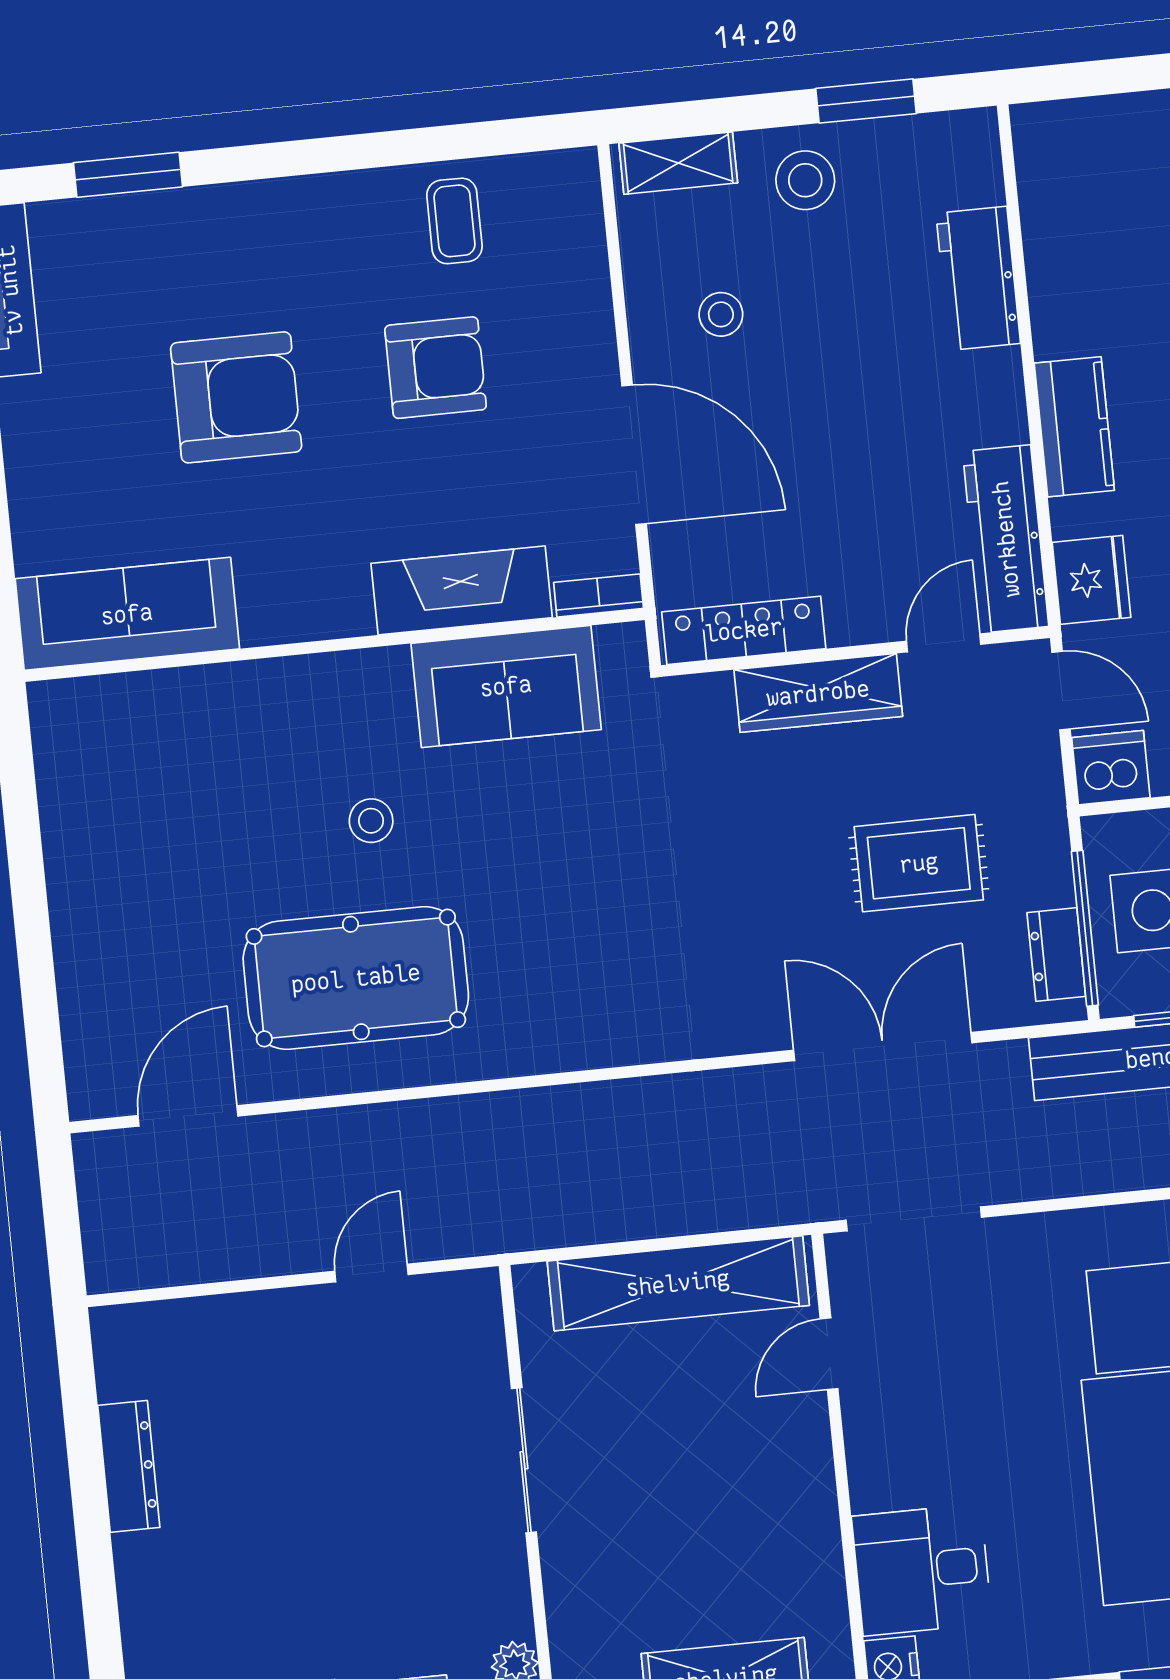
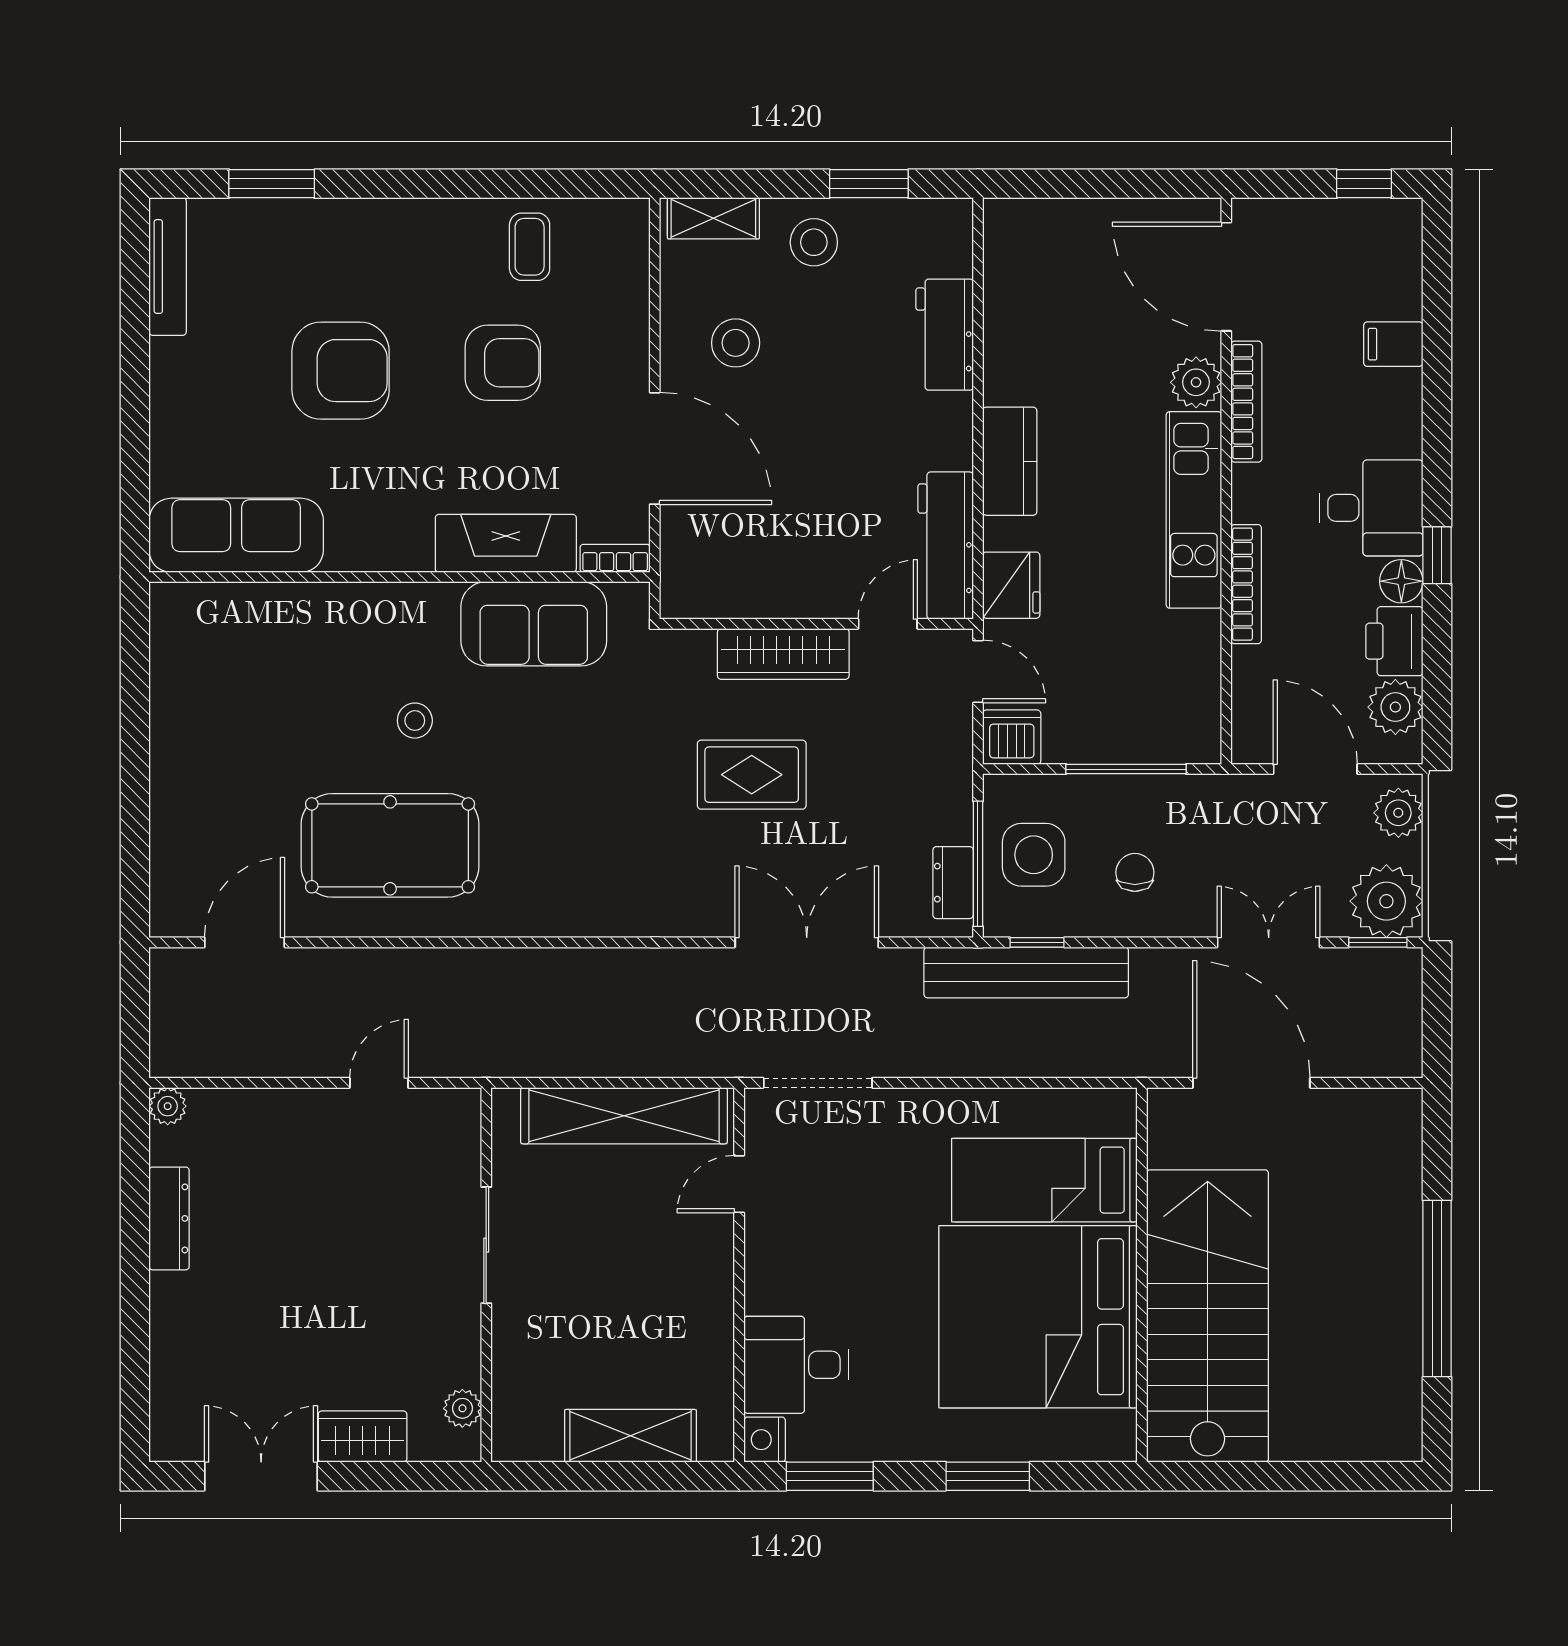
stool: (721, 314) -> (736, 343), width x1.37, depth x1.37
locker: (744, 630) -> (729, 598), removed
rug: (919, 863) -> (752, 775), moved
plant: (113, 1328) -> (168, 1106), added

